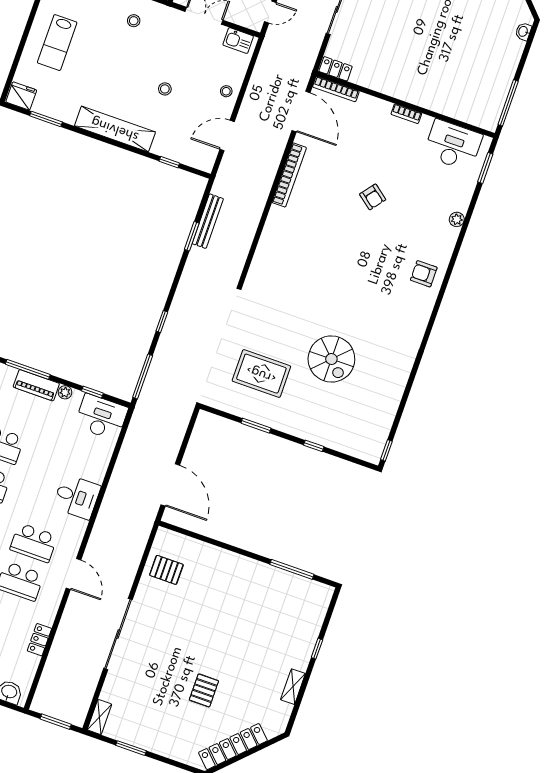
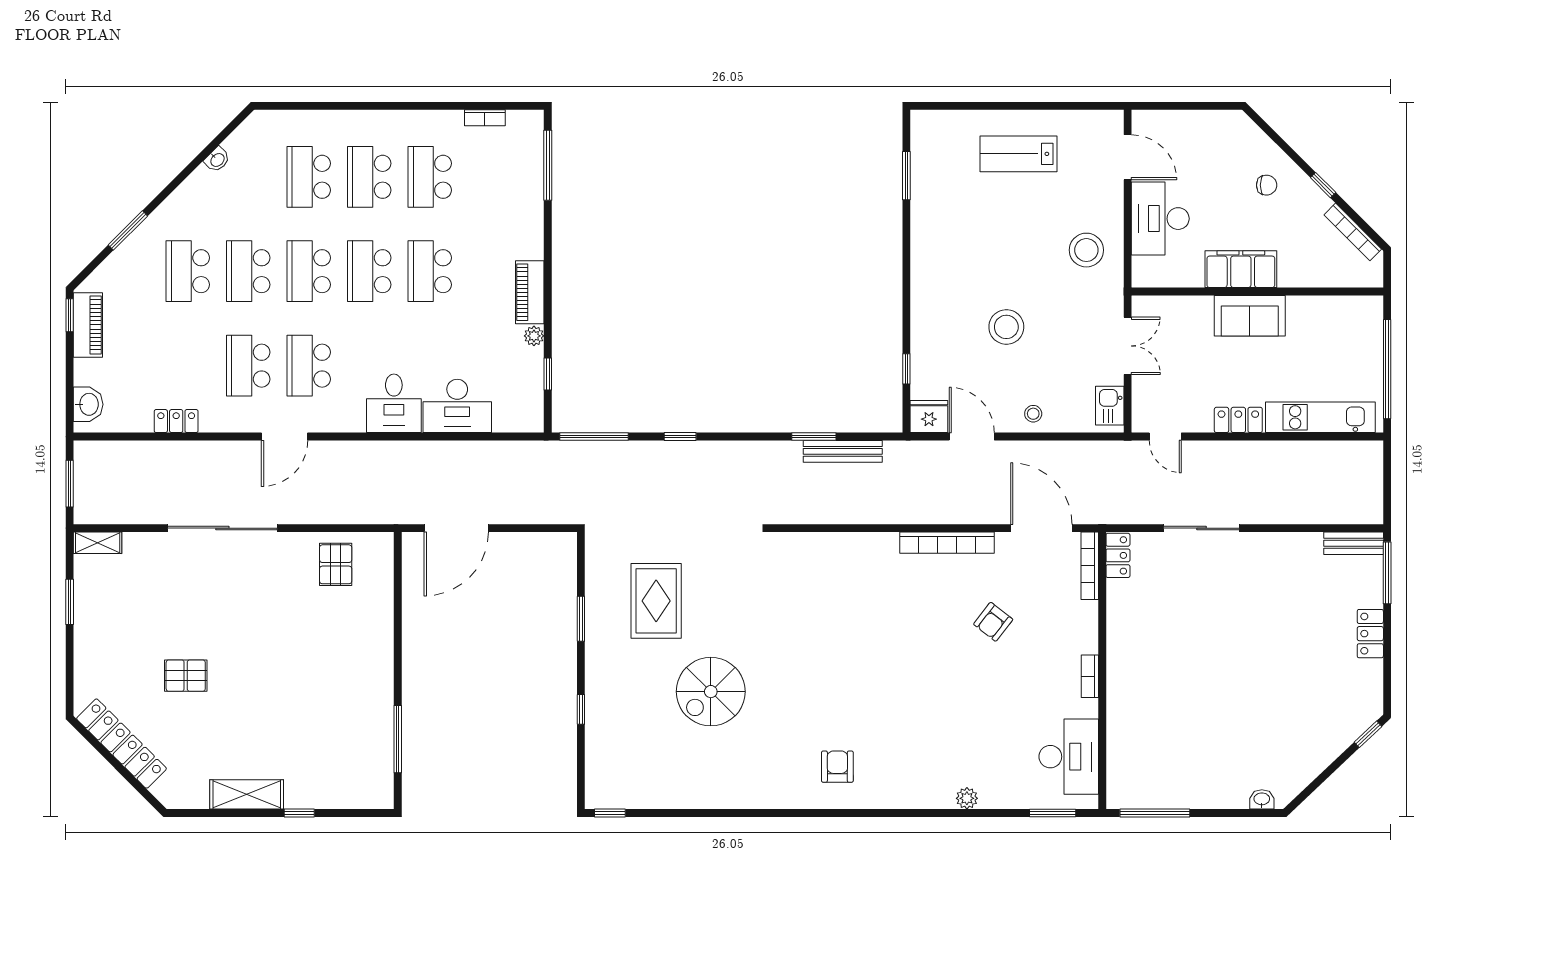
stool: (134, 21) -> (1086, 250), width x1.89, depth x1.89
stool: (165, 89) -> (1006, 327), width x1.89, depth x1.89
fridge: (21, 96) -> (929, 417), moved, turned -90
door: (301, 112) -> (1041, 528), swing flipped
shelving: (115, 129) -> (926, 277), removed
armchair: (373, 197) -> (993, 622), moved
armchair: (424, 274) -> (837, 767), moved
window: (28, 369) -> (548, 273), removed
desk: (101, 417) -> (457, 406), moved, turned 90
shelving: (293, 687) -> (247, 794), width x1.50, depth x1.33

